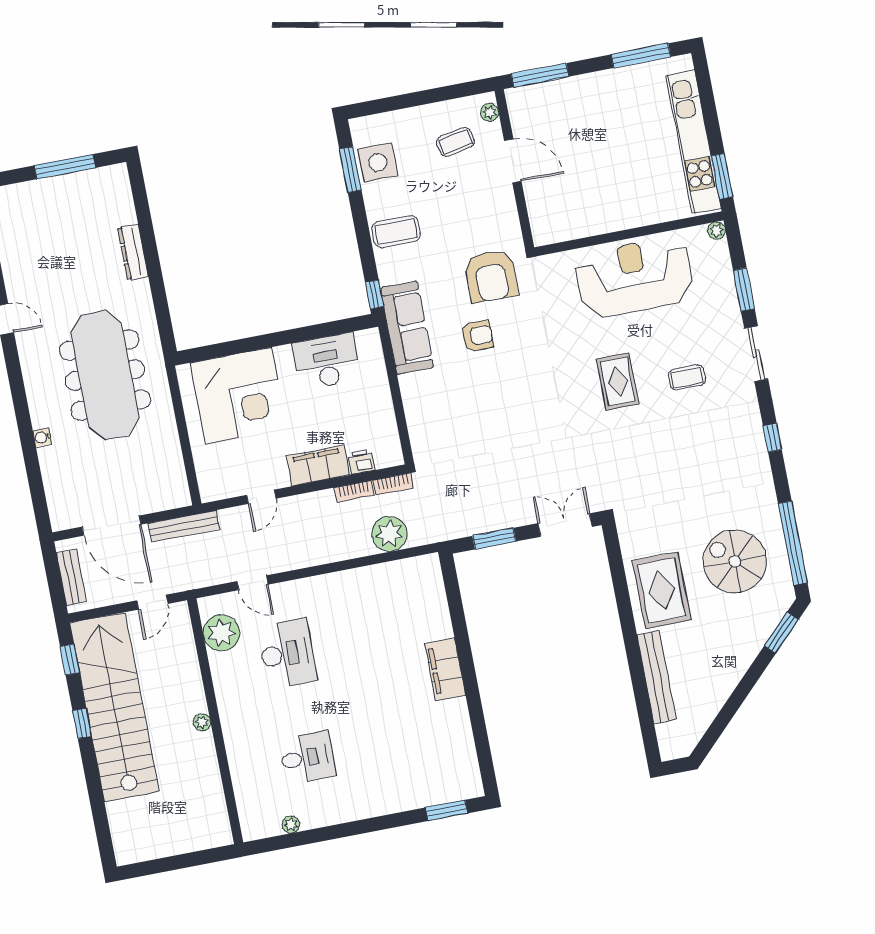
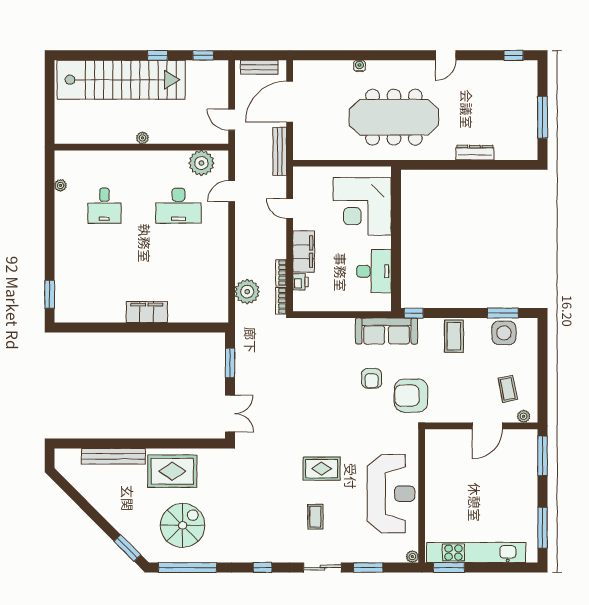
stairs: (114, 707) -> (121, 80), moved

